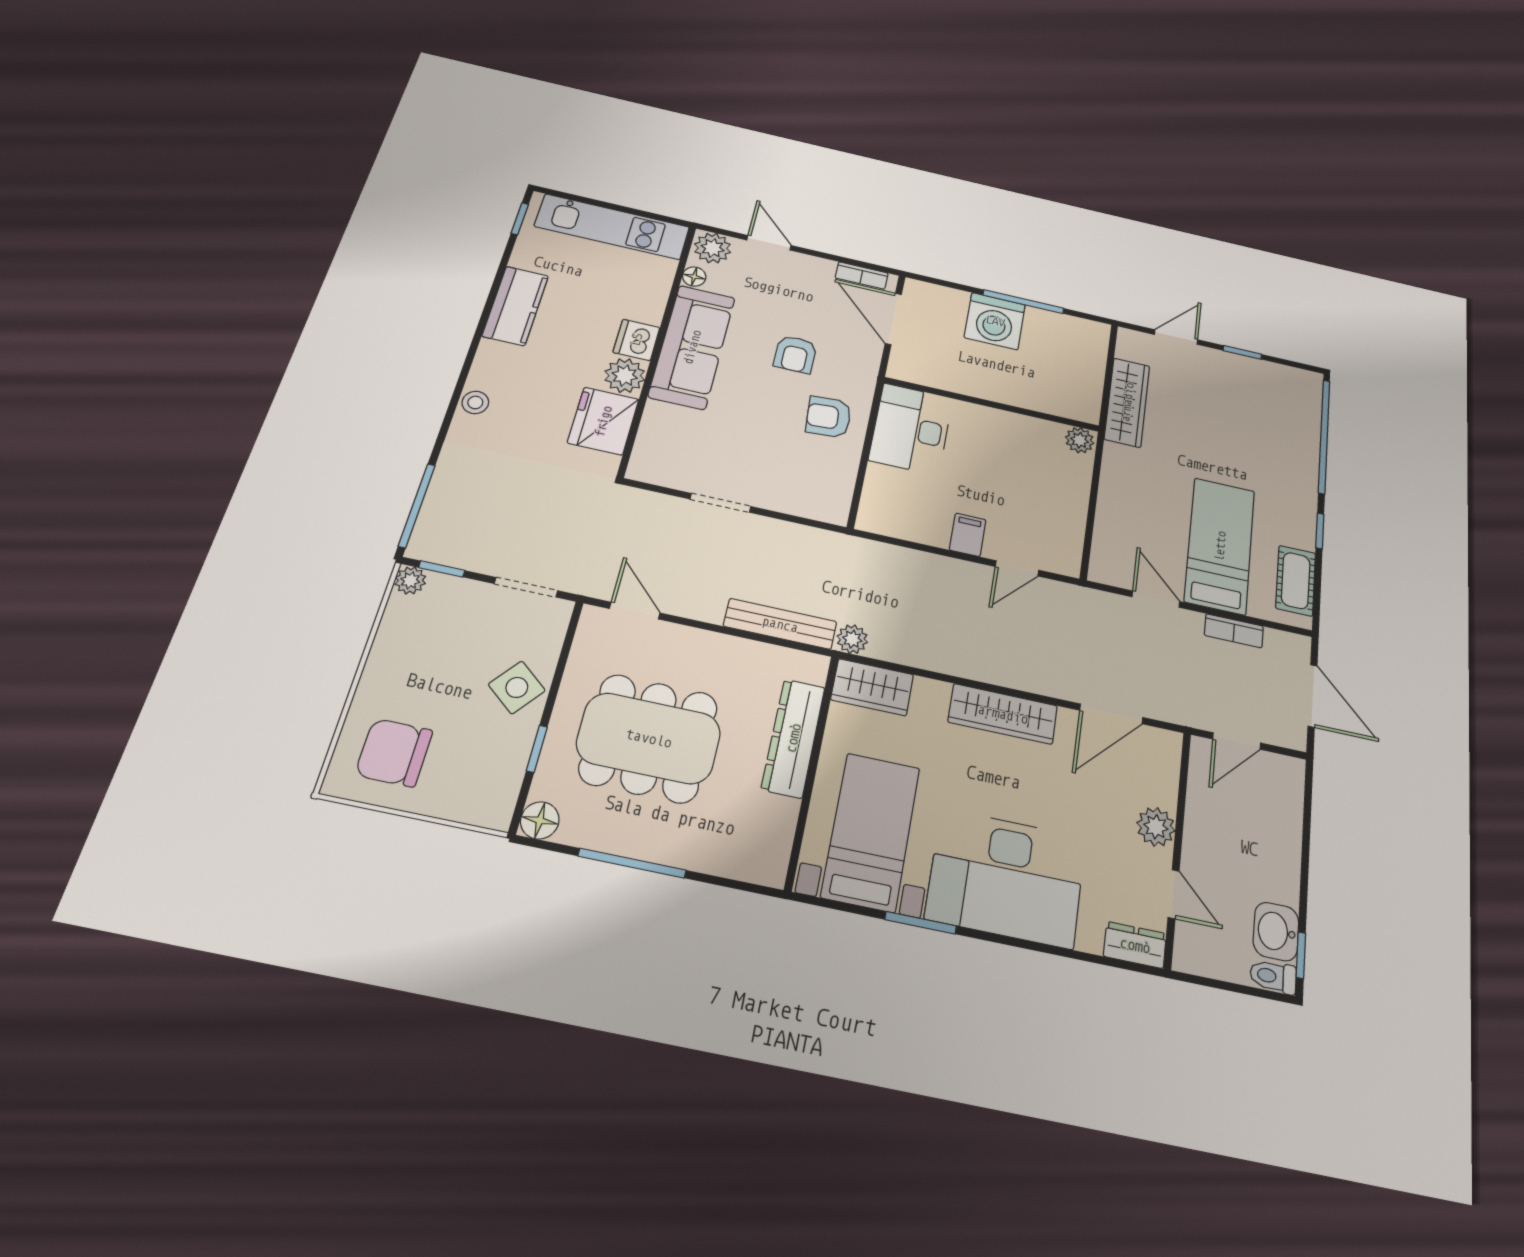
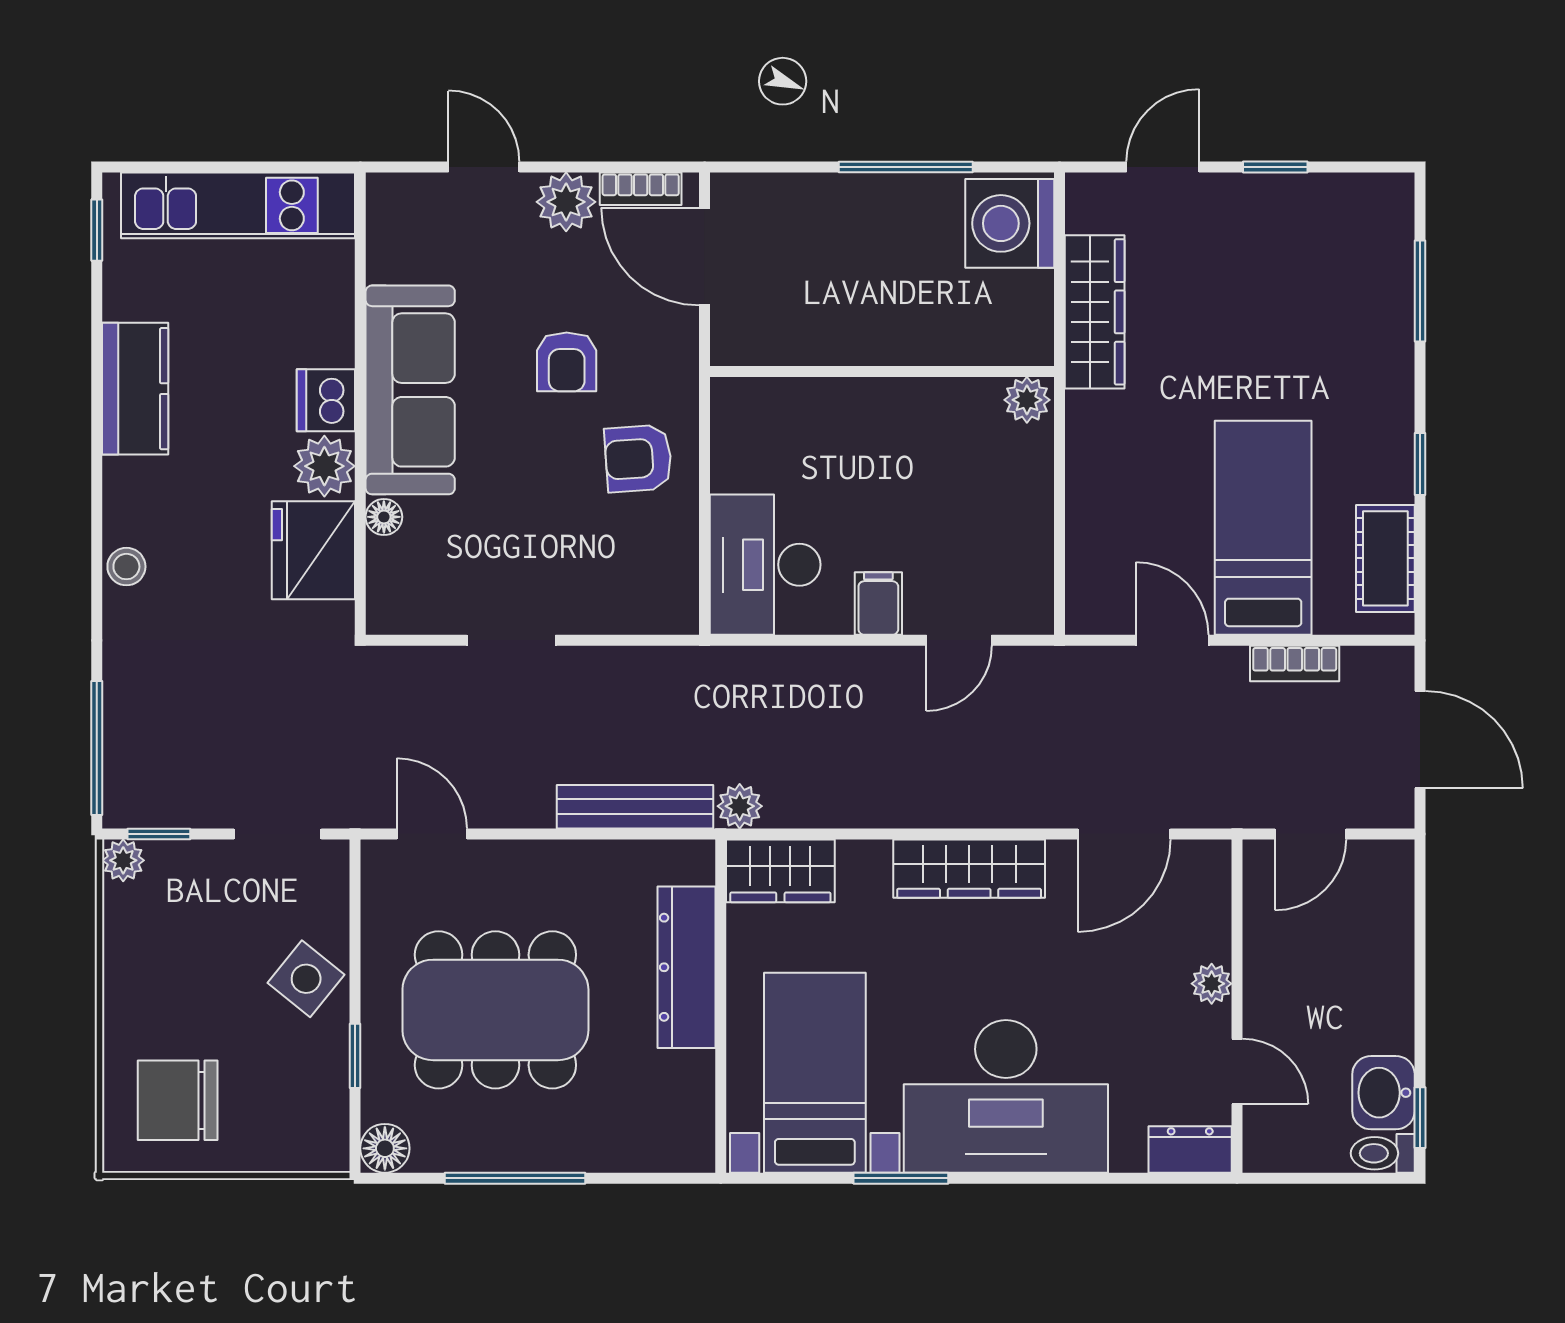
plant: (713, 248) -> (566, 202), moved
floor lamp: (694, 277) -> (384, 517), moved
washing machine: (995, 321) -> (1010, 223), moved, turned 90
desk: (911, 429) -> (765, 565), moved
window: (1324, 436) -> (1420, 291), width x0.47
plant: (1156, 827) -> (1212, 984), width x0.73, depth x0.73

